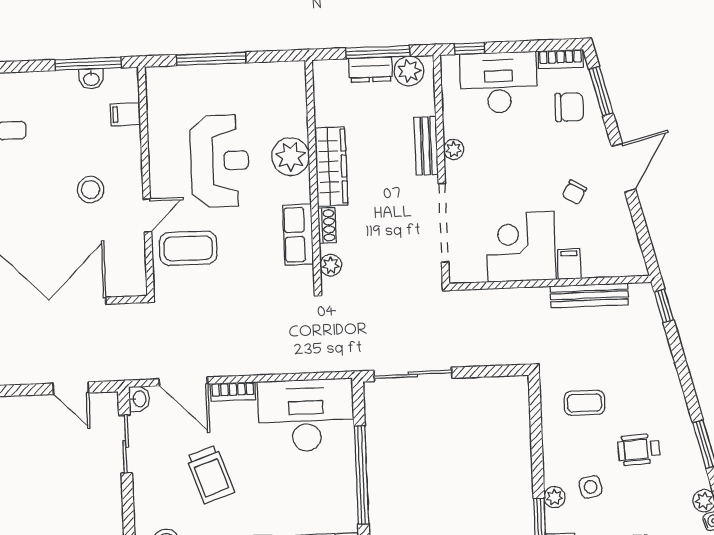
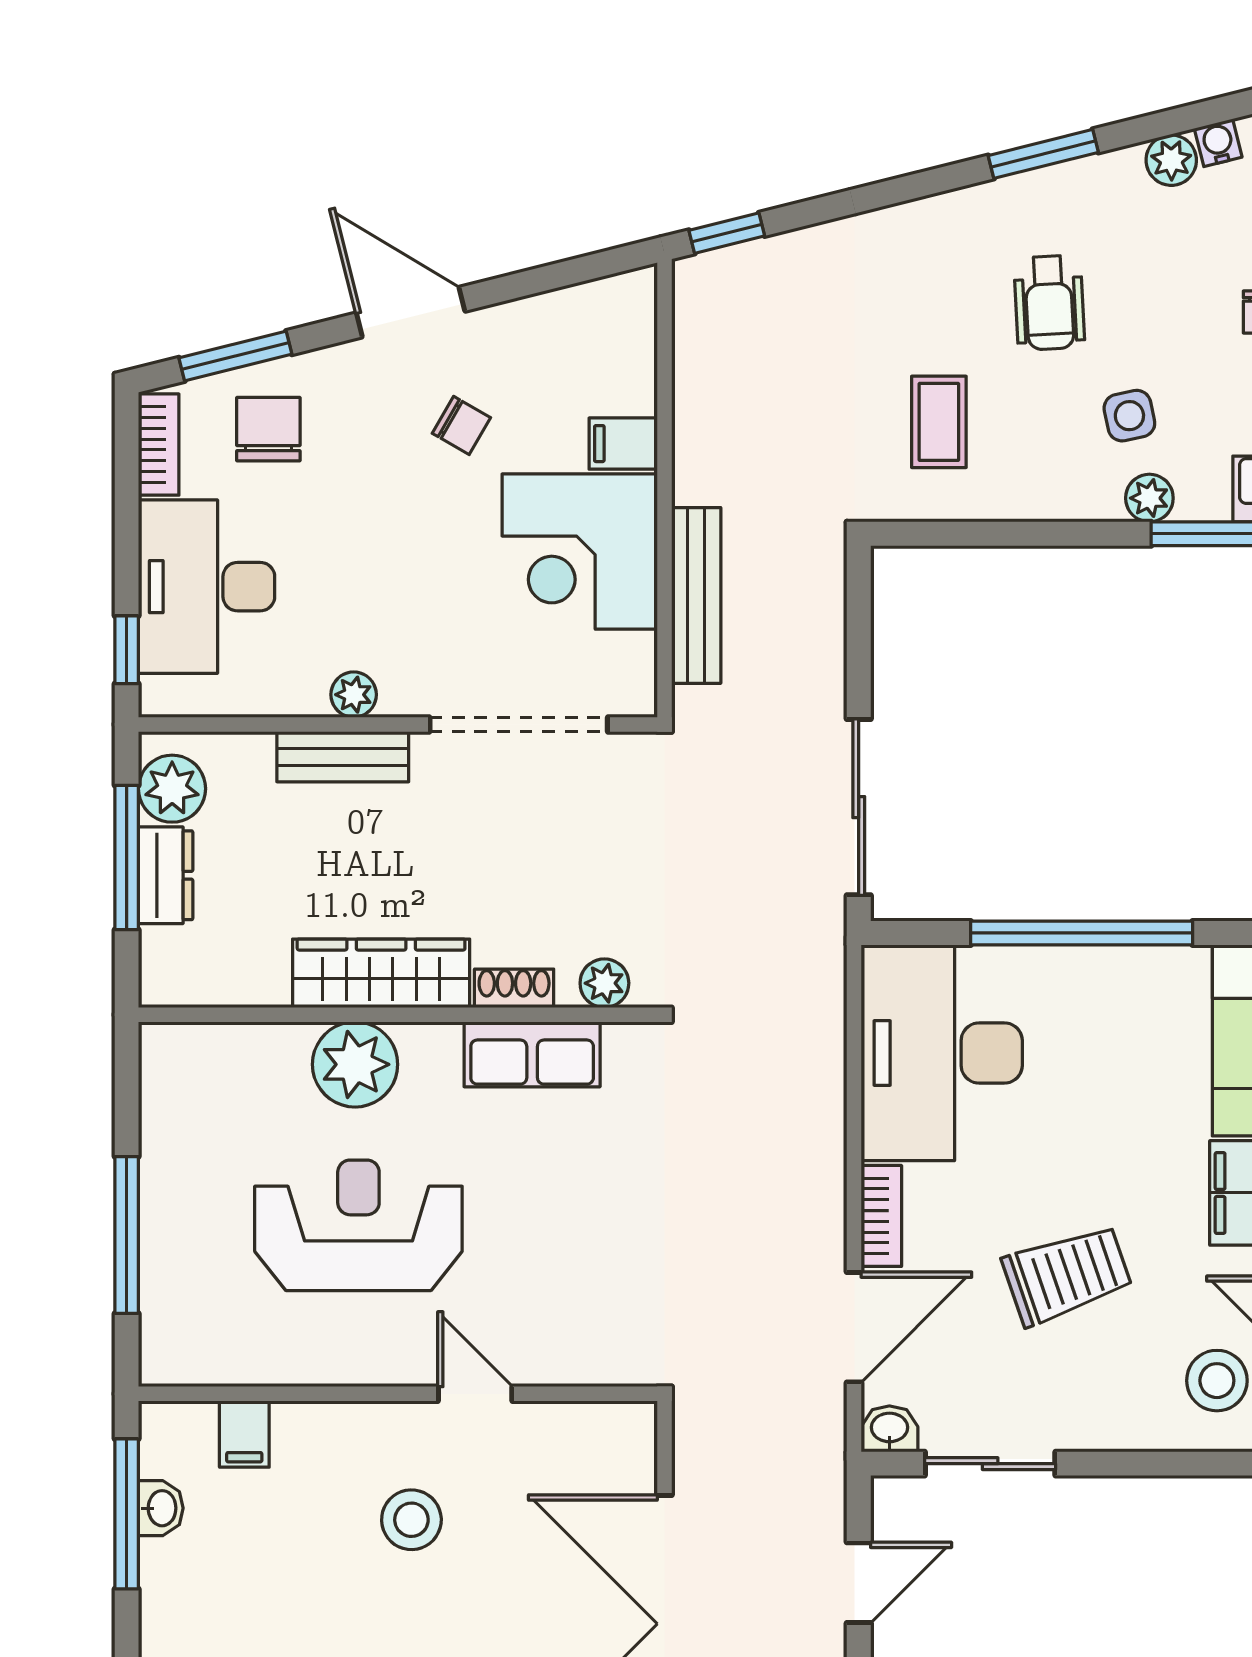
coffee table: (188, 248) -> (553, 1304), removed
bench: (589, 295) -> (696, 595), moved

